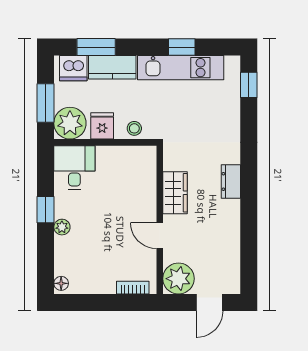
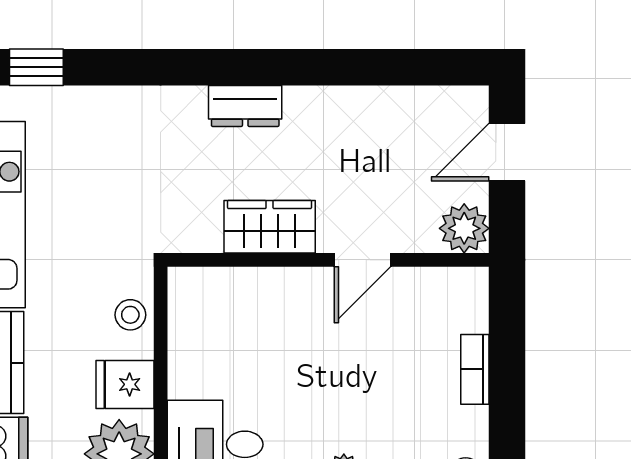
plant: (178, 279) -> (464, 228), width x0.73, depth x0.73
bookcase: (133, 288) -> (475, 369), moved
door: (209, 303) -> (507, 152), swing flipped

